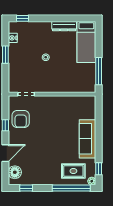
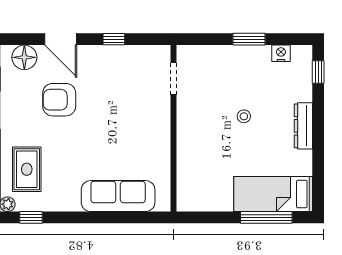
dresser: (64, 26) -> (303, 126), moved
window: (99, 71) -> (266, 217), moved
armchair: (21, 119) -> (59, 100), moved
sofa: (87, 139) -> (118, 196), moved

